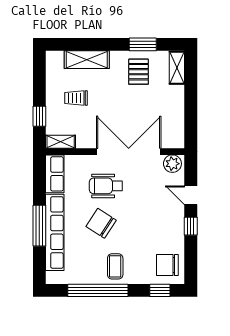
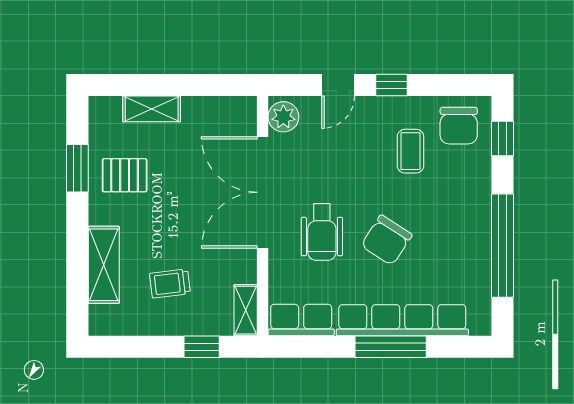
shelving: (177, 68) -> (152, 109), moved
trolley: (76, 98) -> (170, 283), turned 83
coffee table: (115, 266) -> (410, 151), moved, turned 90

